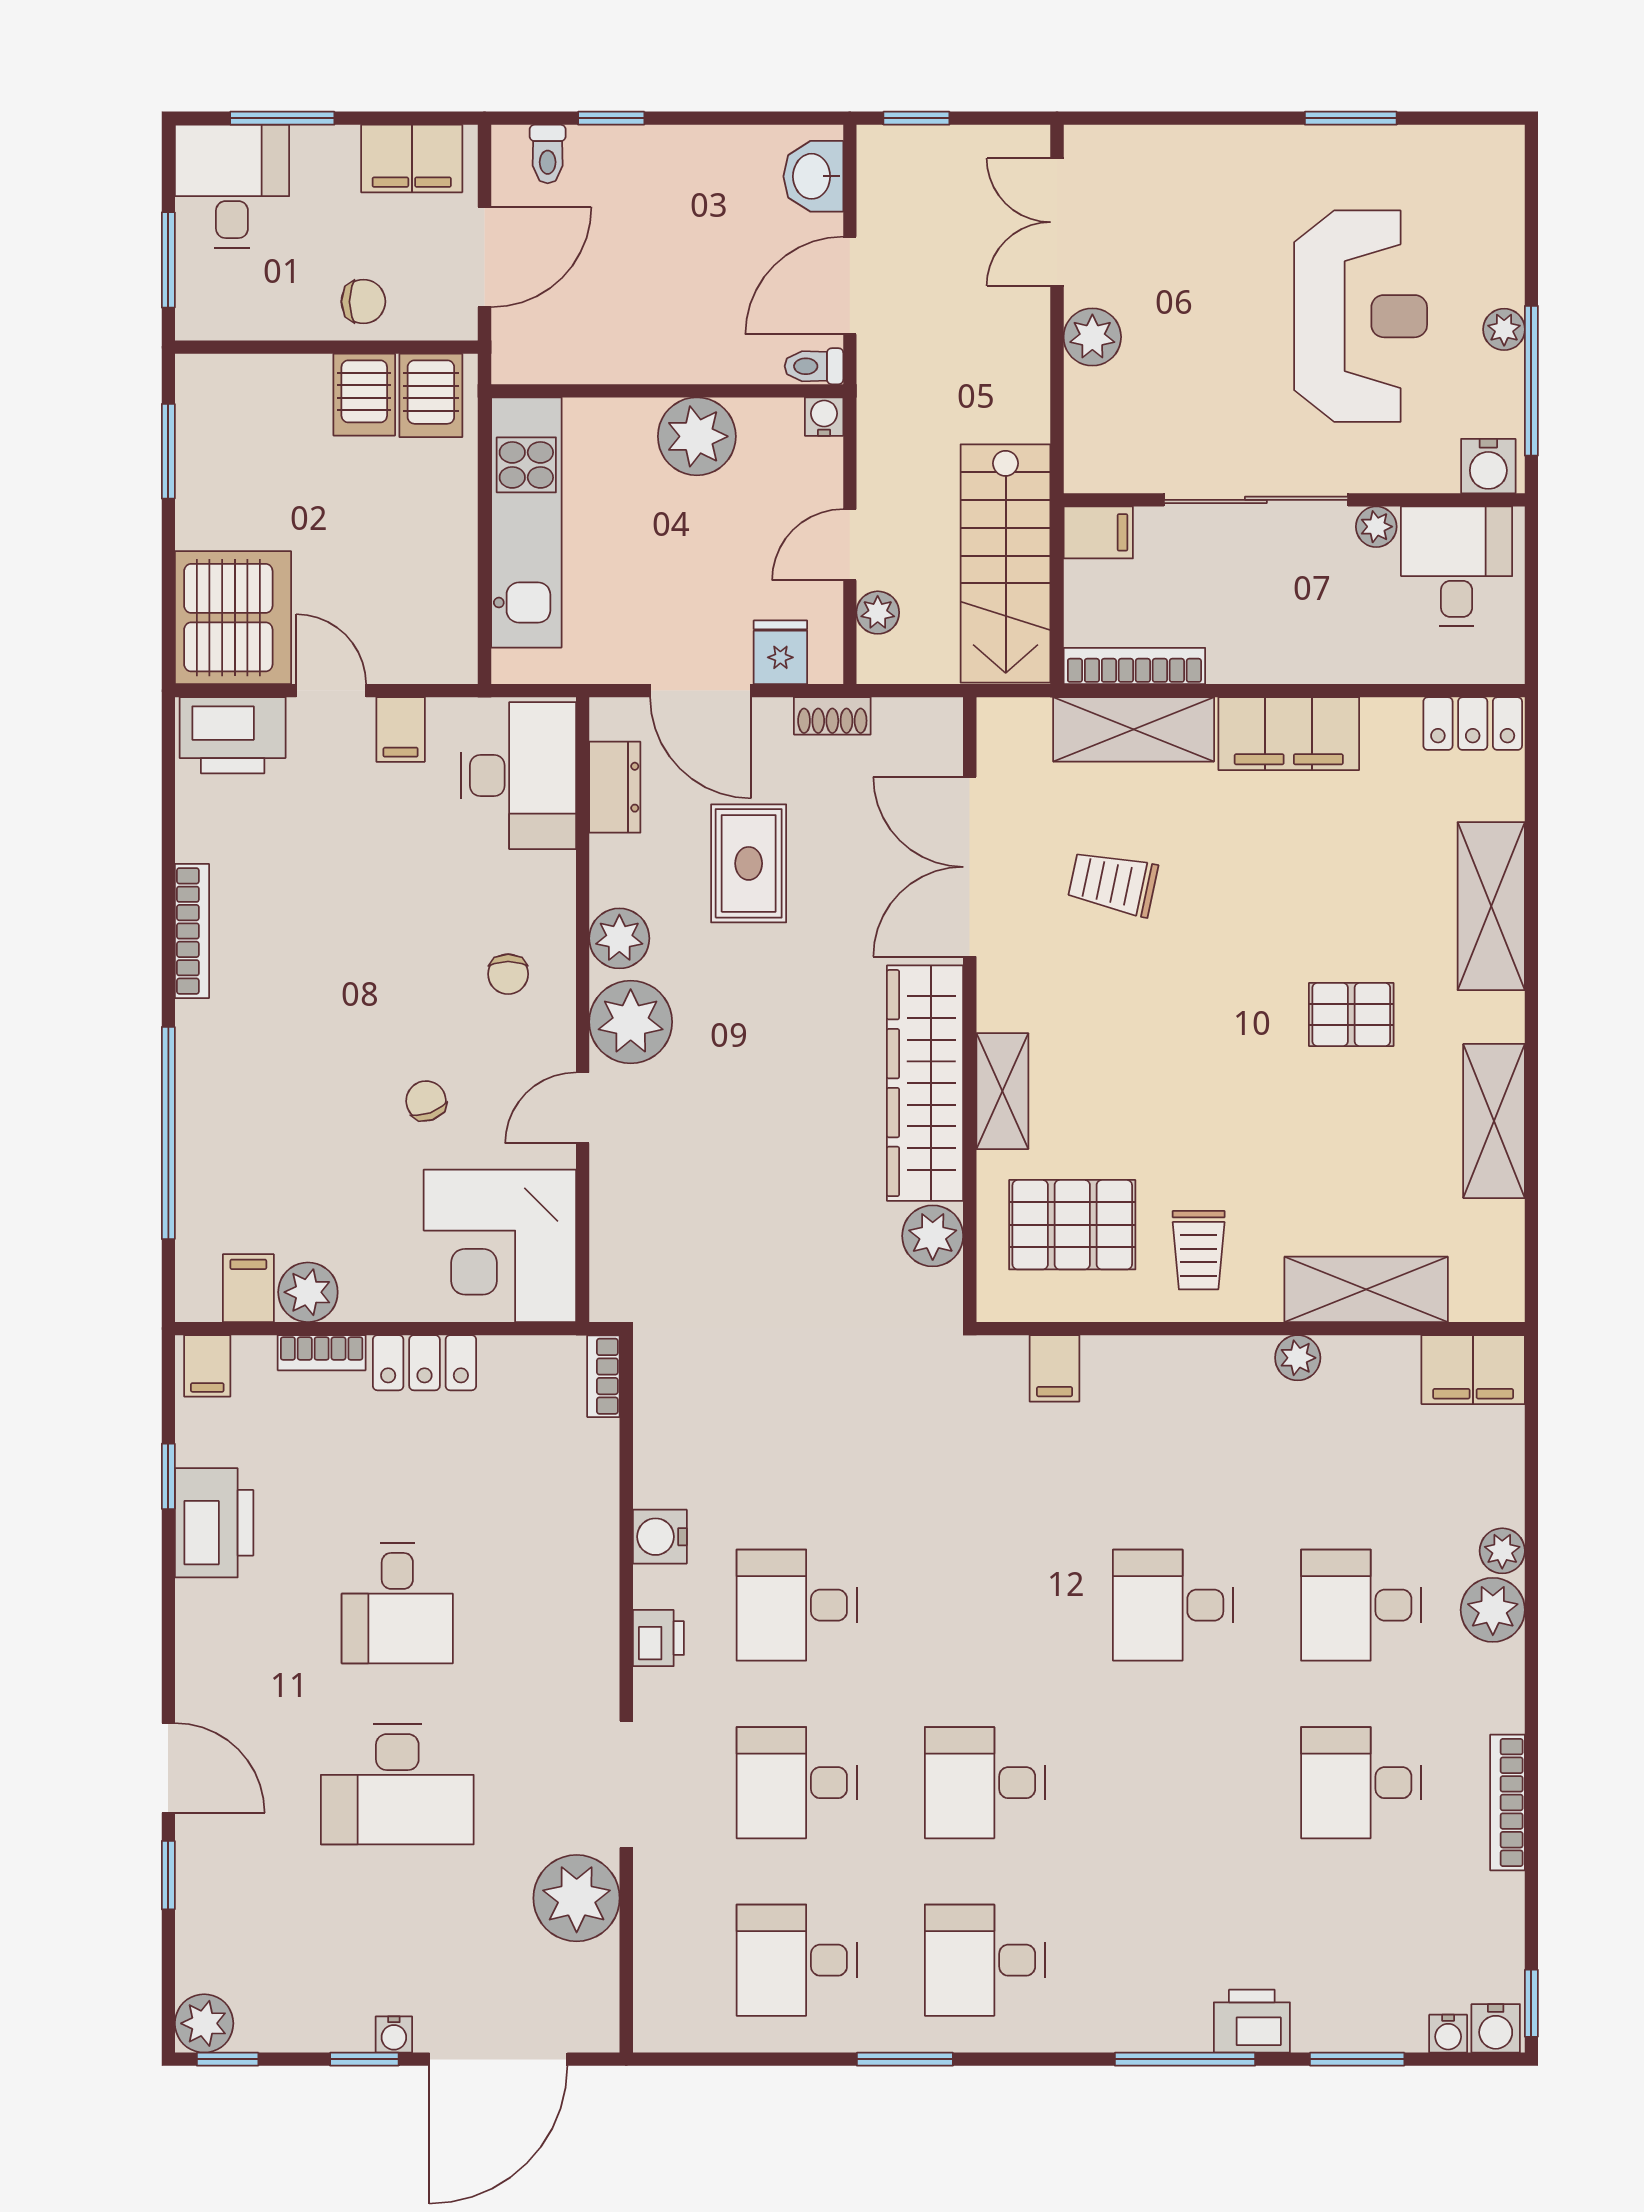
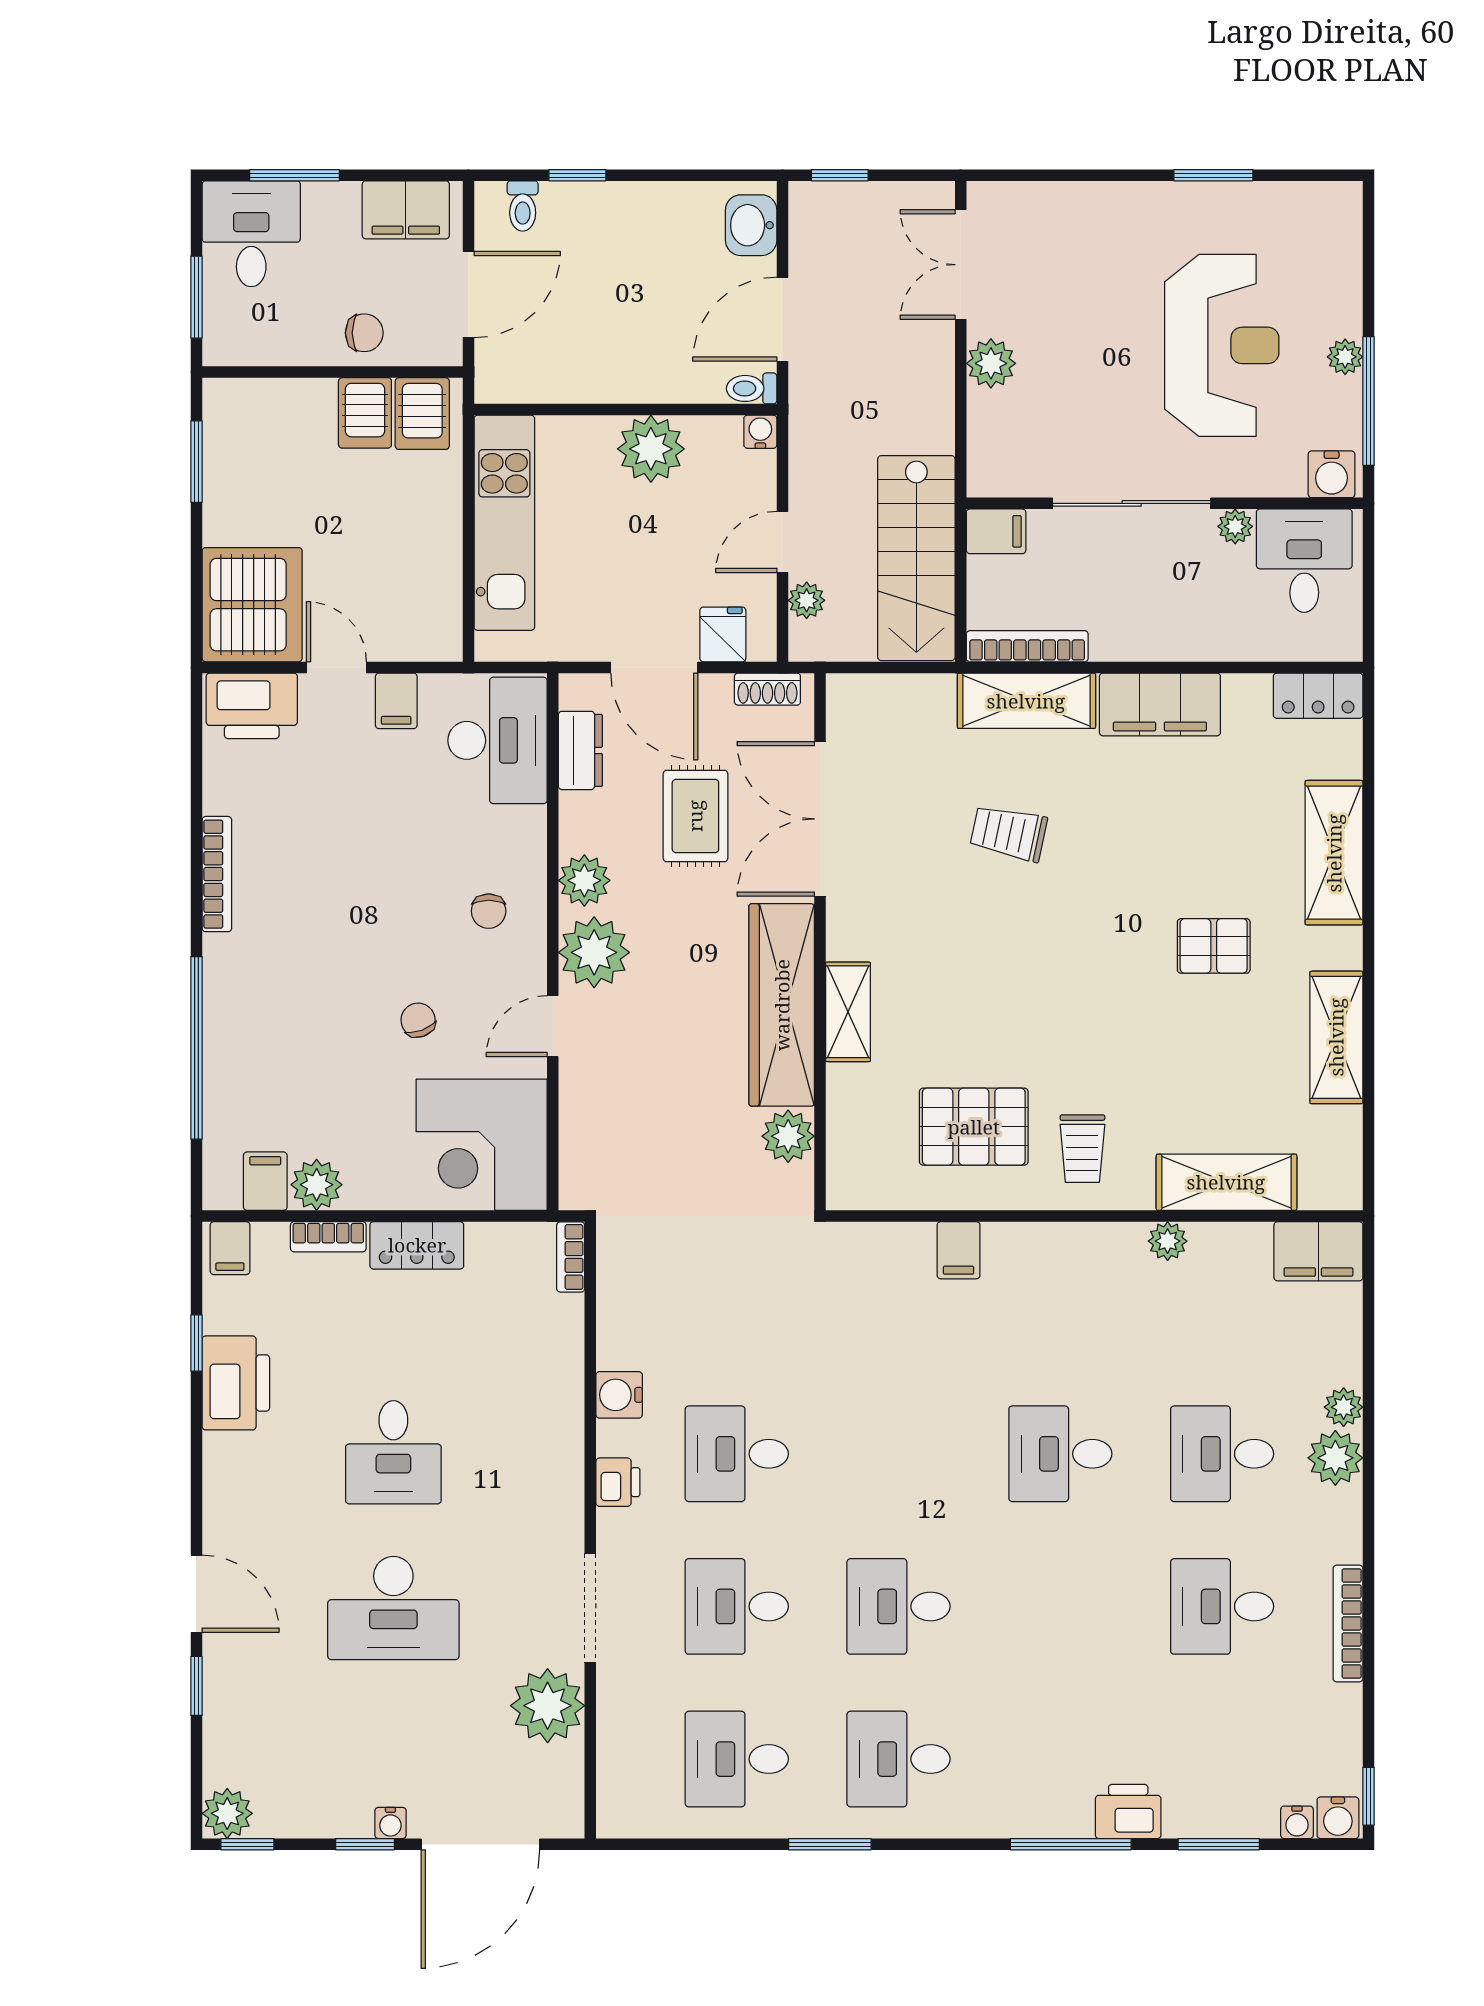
double door: (970, 867) -> (820, 819), moved
wall: (970, 1010) -> (820, 942), moved
wardrobe: (925, 1083) -> (782, 1005), moved
shelving: (1002, 1091) -> (848, 1012), moved
plant: (933, 1236) -> (788, 1136), moved

